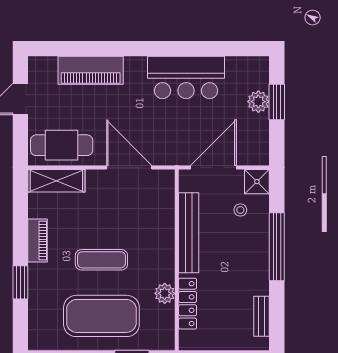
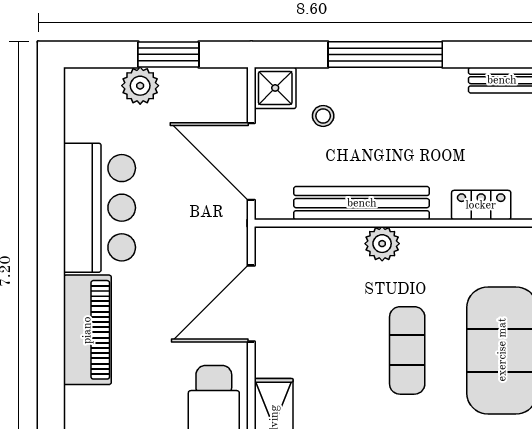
piano: (91, 70) -> (87, 330), moved
window: (277, 102) -> (168, 54), moved
plant: (165, 293) -> (382, 244), moved
locker: (188, 304) -> (481, 205), width x0.66

